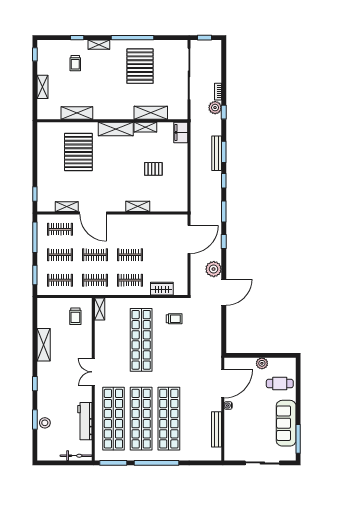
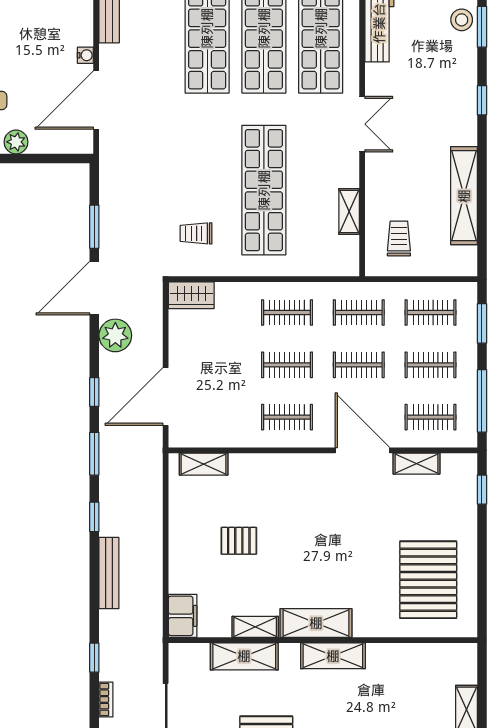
plant: (215, 108) -> (112, 667), removed
shelving: (77, 113) -> (333, 656), moved
pallet: (78, 152) -> (428, 580), moved
window: (224, 152) -> (94, 227), moved
shelving: (138, 206) -> (204, 464), moved
clothes rail: (130, 229) -> (287, 417), added
wardrobe: (162, 289) -> (191, 295), moved
shelving: (100, 309) -> (349, 211), moved
shelving: (44, 345) -> (464, 196), width x1.47

